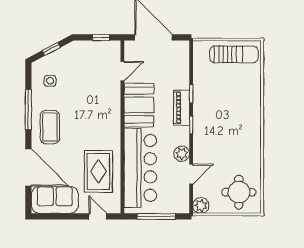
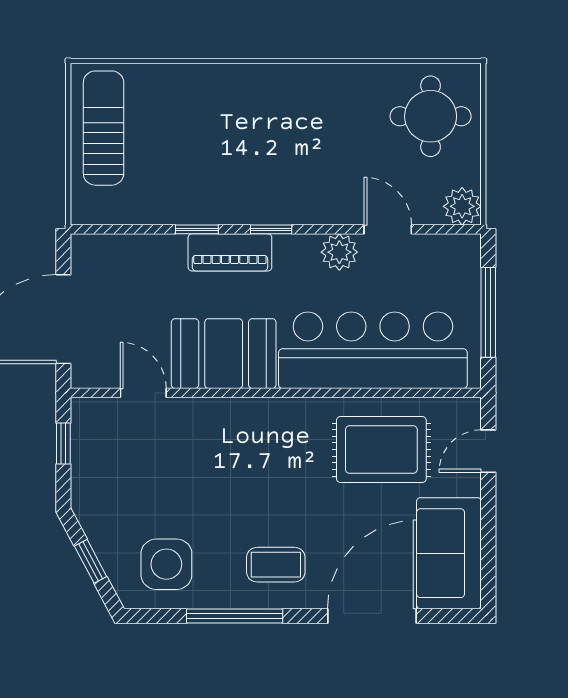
side table: (50, 81) -> (166, 564), width x1.87, depth x1.87
coffee table: (50, 127) -> (276, 565), width x0.73, depth x0.77

